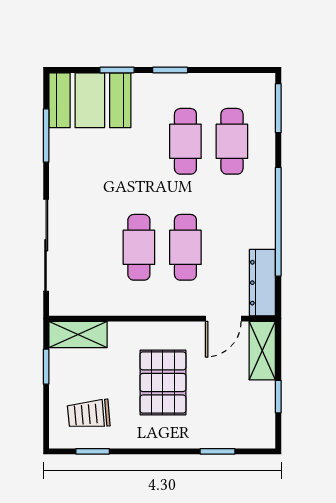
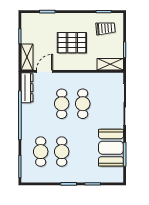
booth: (90, 100) -> (111, 148), moved, turned 90
pallet: (163, 382) -> (72, 43), turned 90

